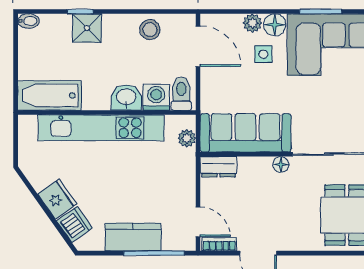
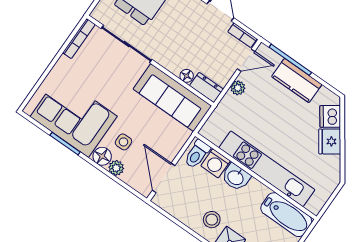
stool: (150, 30) -> (212, 220), moved
plant: (187, 138) -> (238, 88), moved
floor lamp: (281, 164) -> (187, 76), moved
door: (198, 222) -> (246, 60), swing flipped

